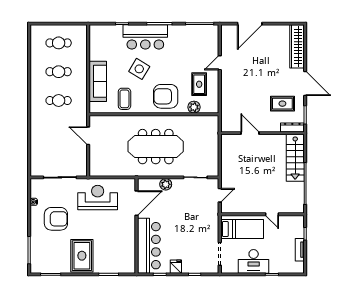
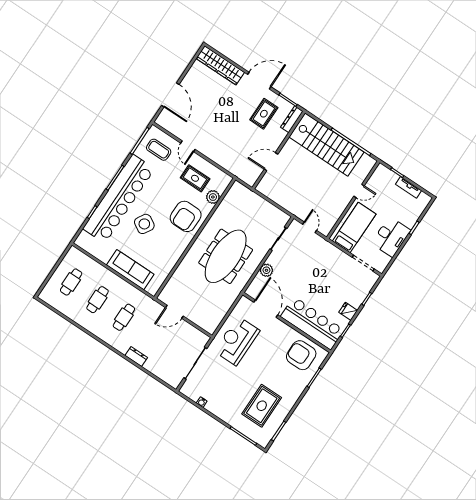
bar counter: (145, 37) -> (119, 199), width x1.86
coffee table: (124, 99) -> (159, 150), moved
dresser: (35, 129) -> (136, 356), added
stairs: (295, 158) -> (326, 145), width x1.36, depth x1.51
armchair: (56, 219) -> (301, 355), moved, turned -90
rug: (82, 256) -> (262, 406), moved, turned 90

